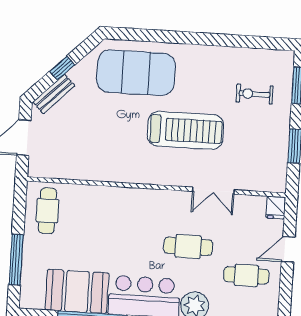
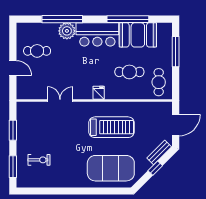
treadmill: (185, 130) -> (112, 127), moved, turned 180
fridge: (276, 208) -> (99, 93), moved
cafe table: (188, 246) -> (129, 72), moved
door: (288, 249) -> (13, 68), hinge flipped

